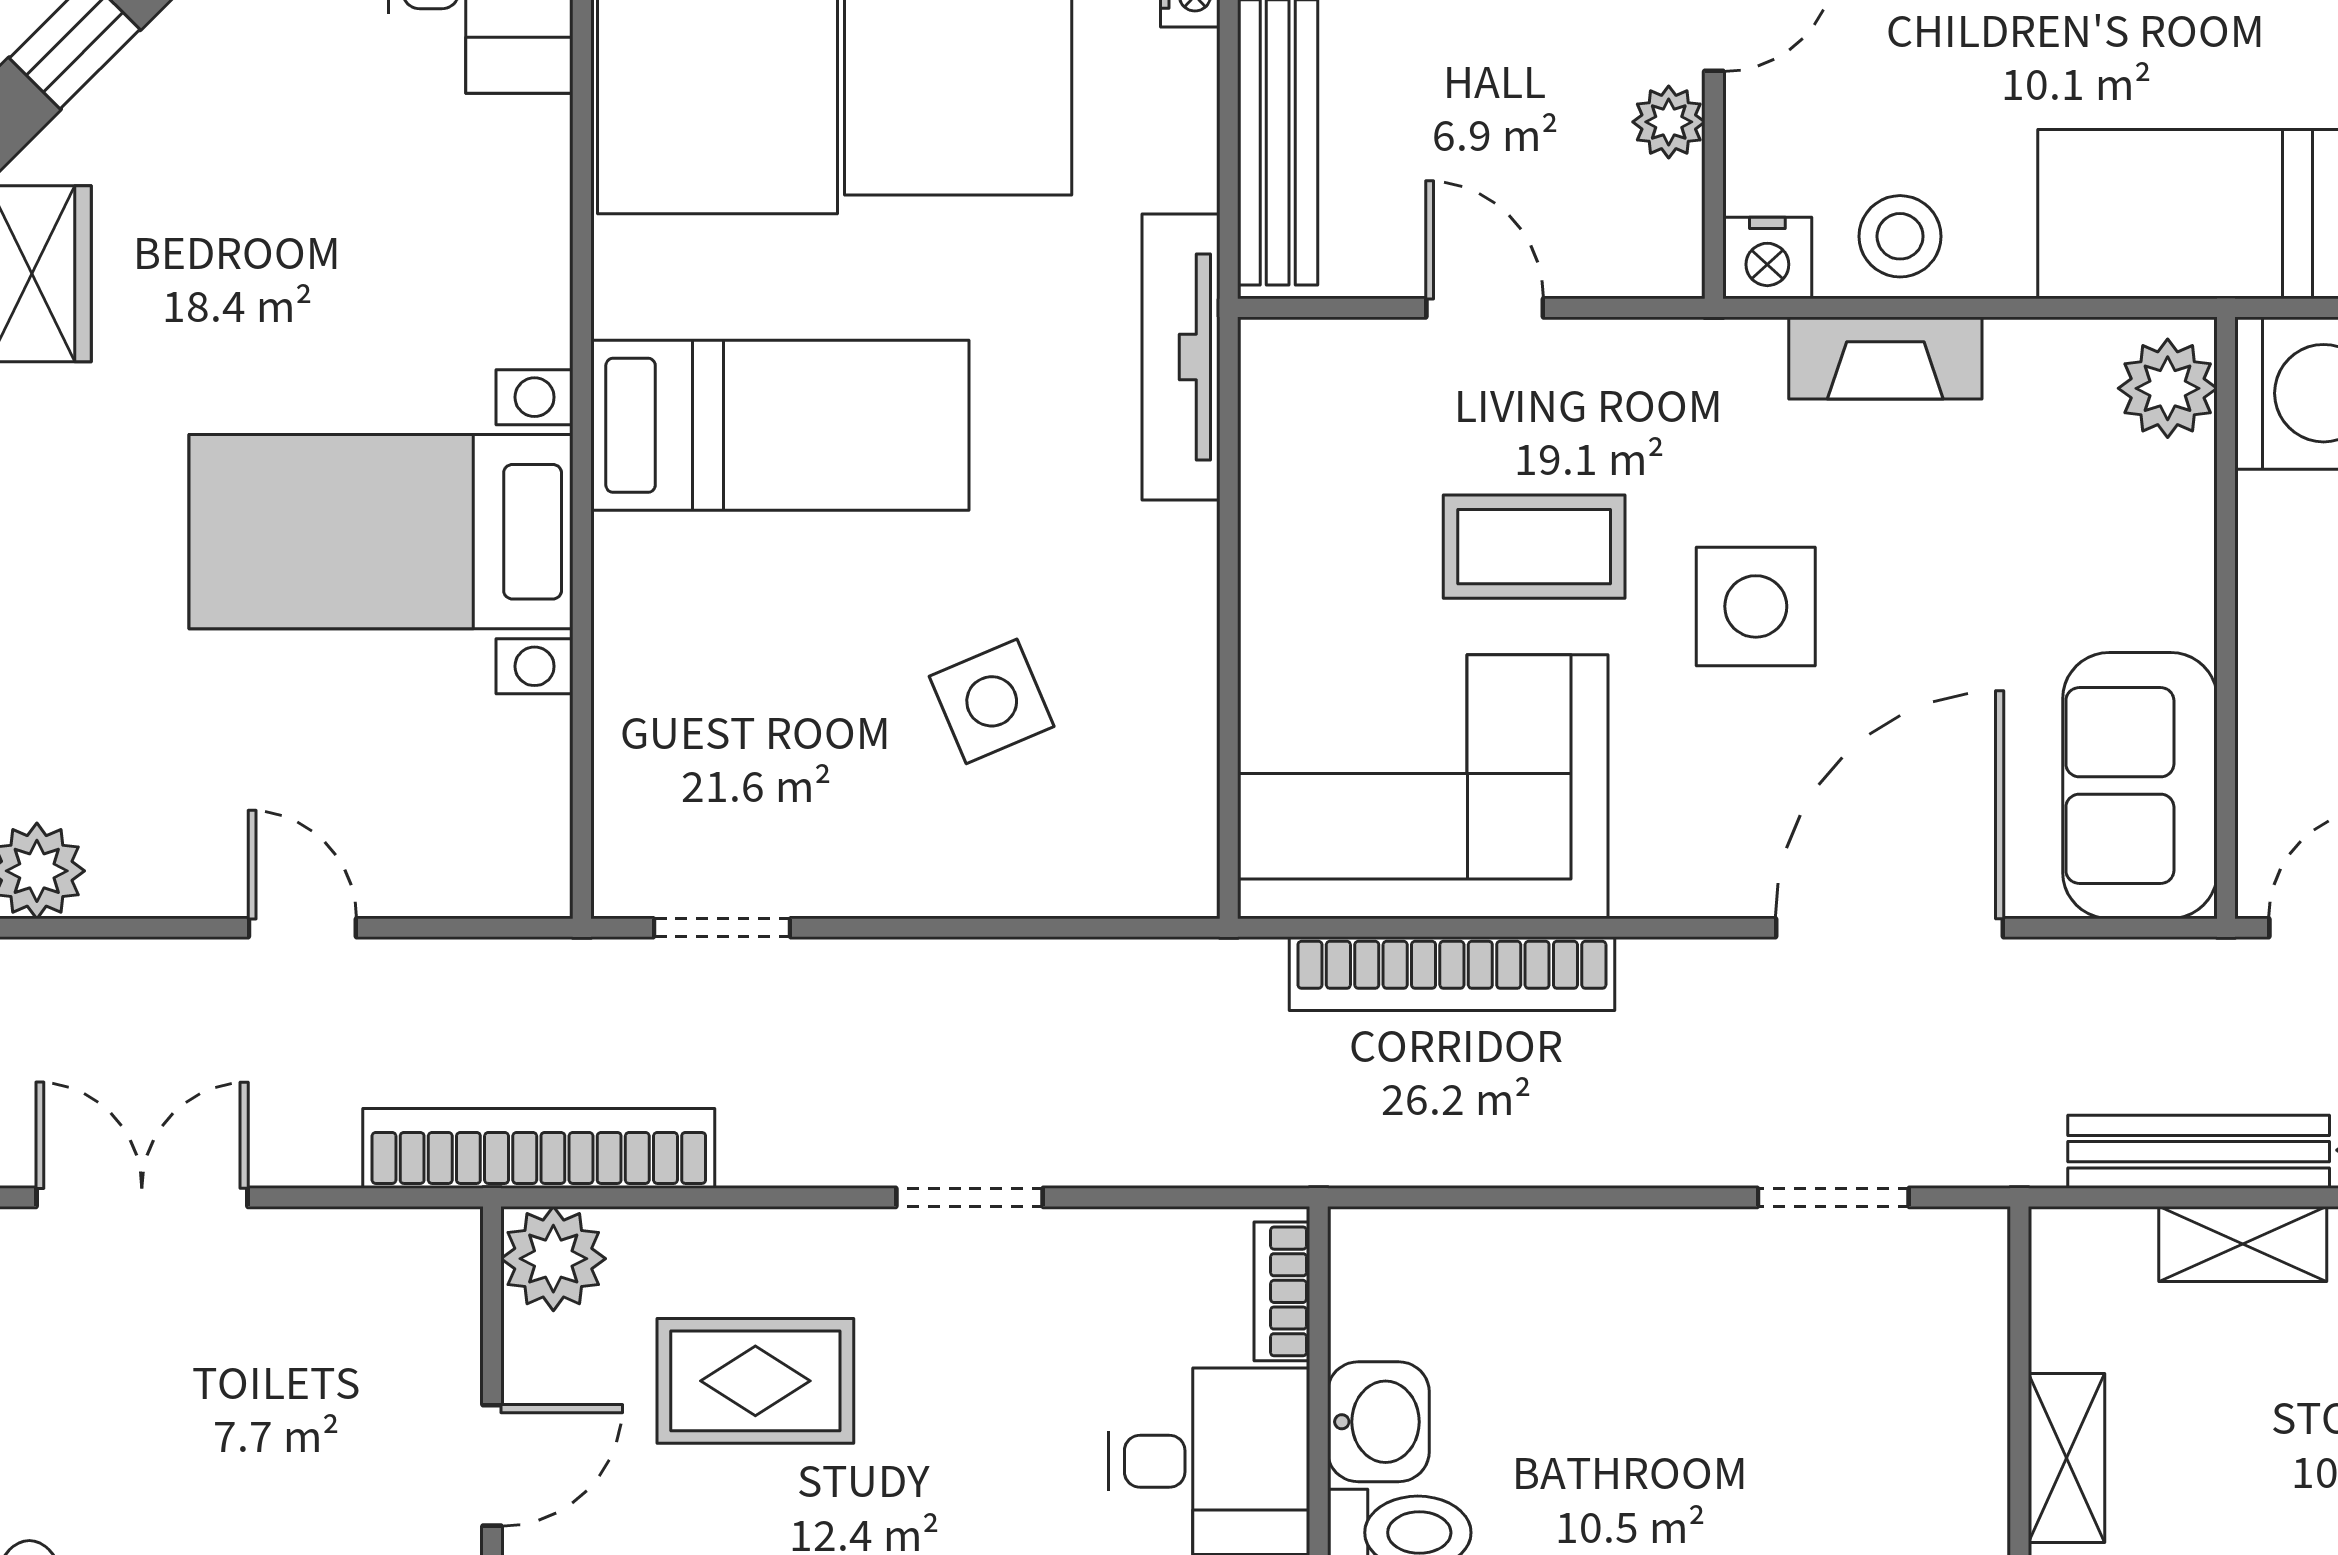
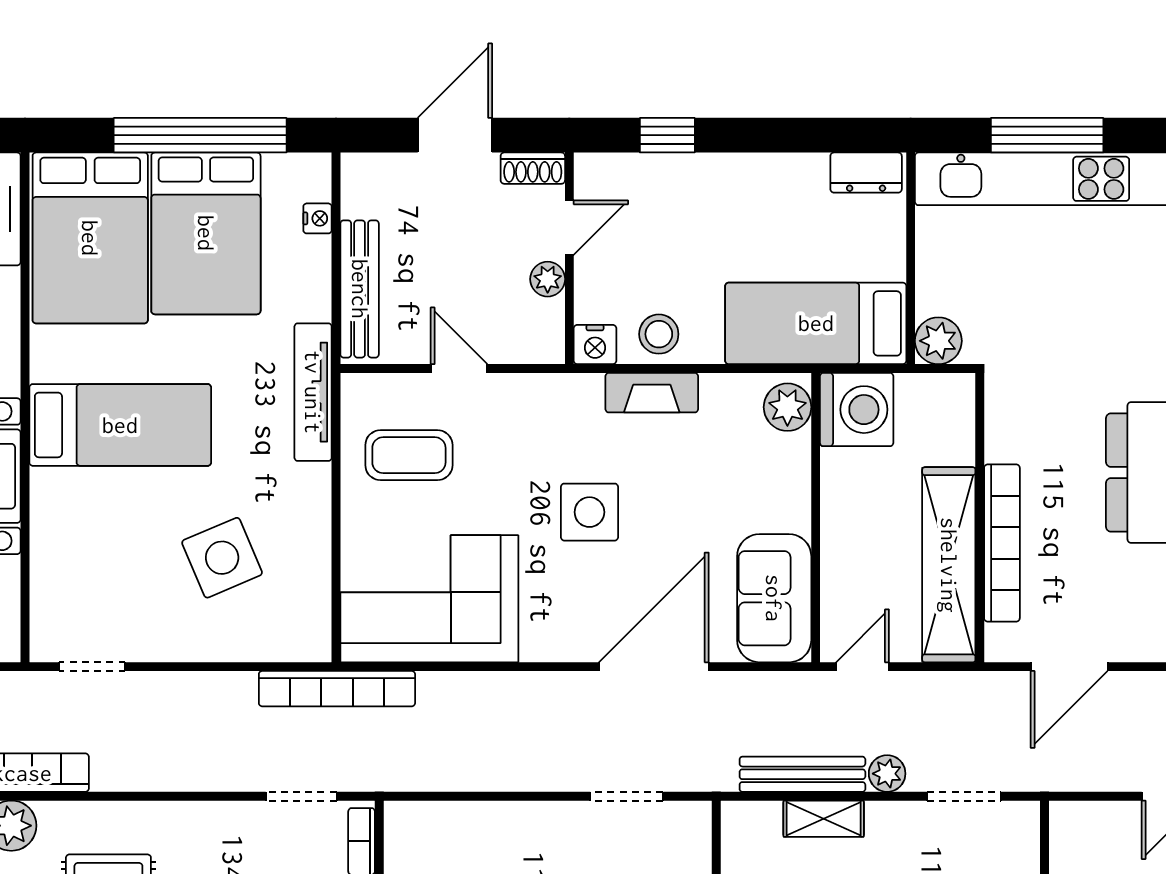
coffee table: (1534, 547) -> (409, 455), moved
side table: (992, 701) -> (222, 558), width x1.37, depth x1.37
bookcase: (1452, 974) -> (337, 689), moved
doorway: (969, 1197) -> (301, 796), moved

